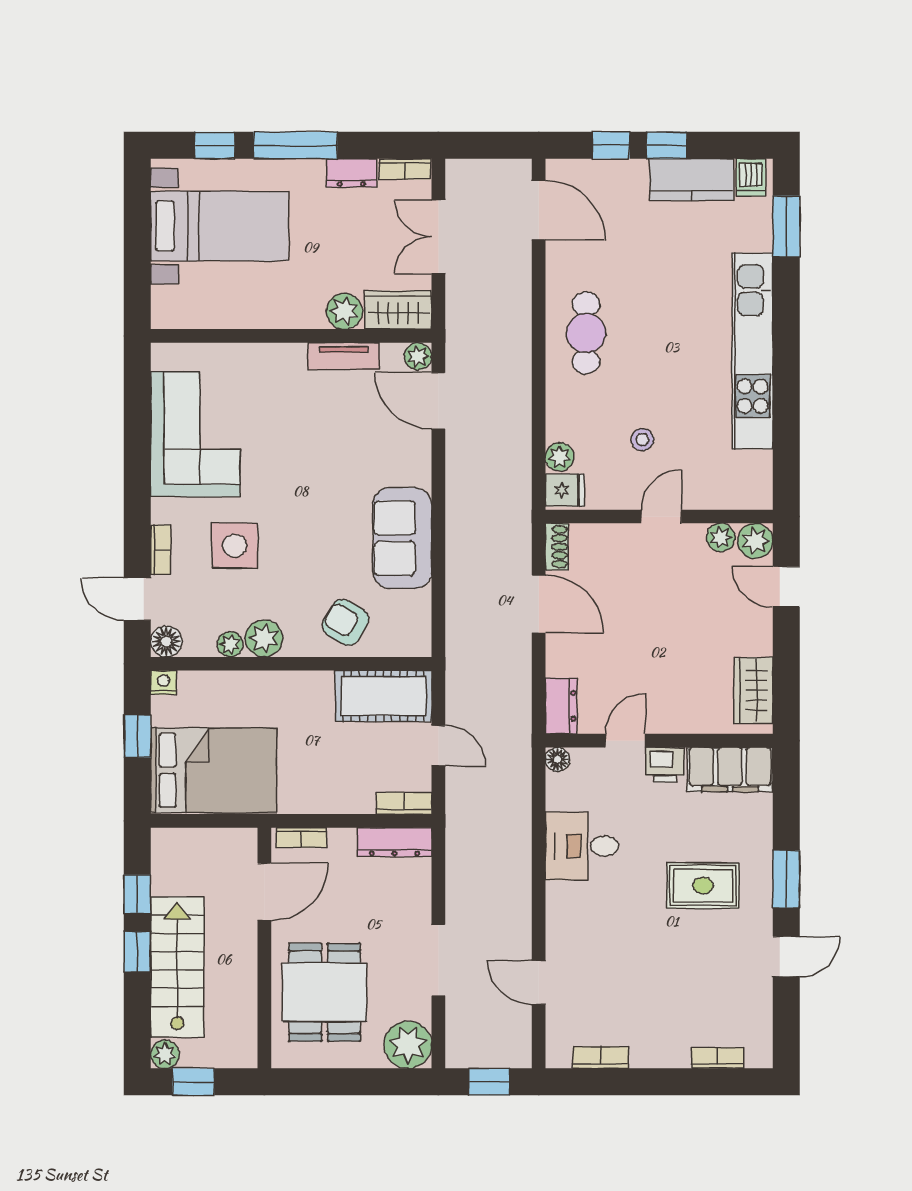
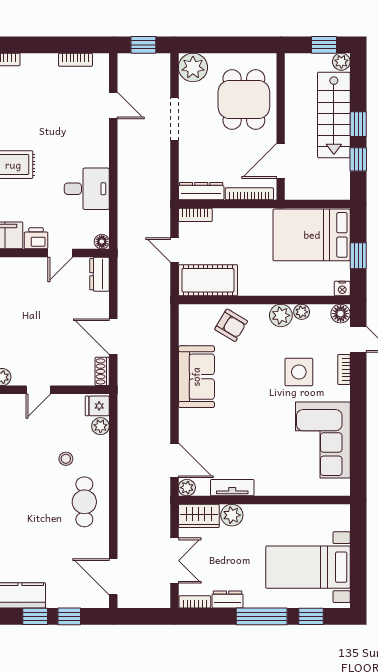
stool: (642, 440) -> (66, 459), moved
bookcase: (301, 838) -> (249, 194), width x1.56

